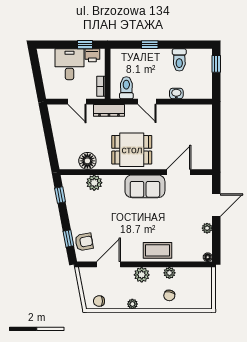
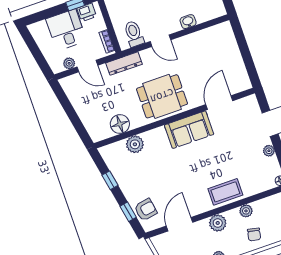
plant: (62, 94) -> (69, 63), added
window: (60, 195) -> (110, 180), moved

